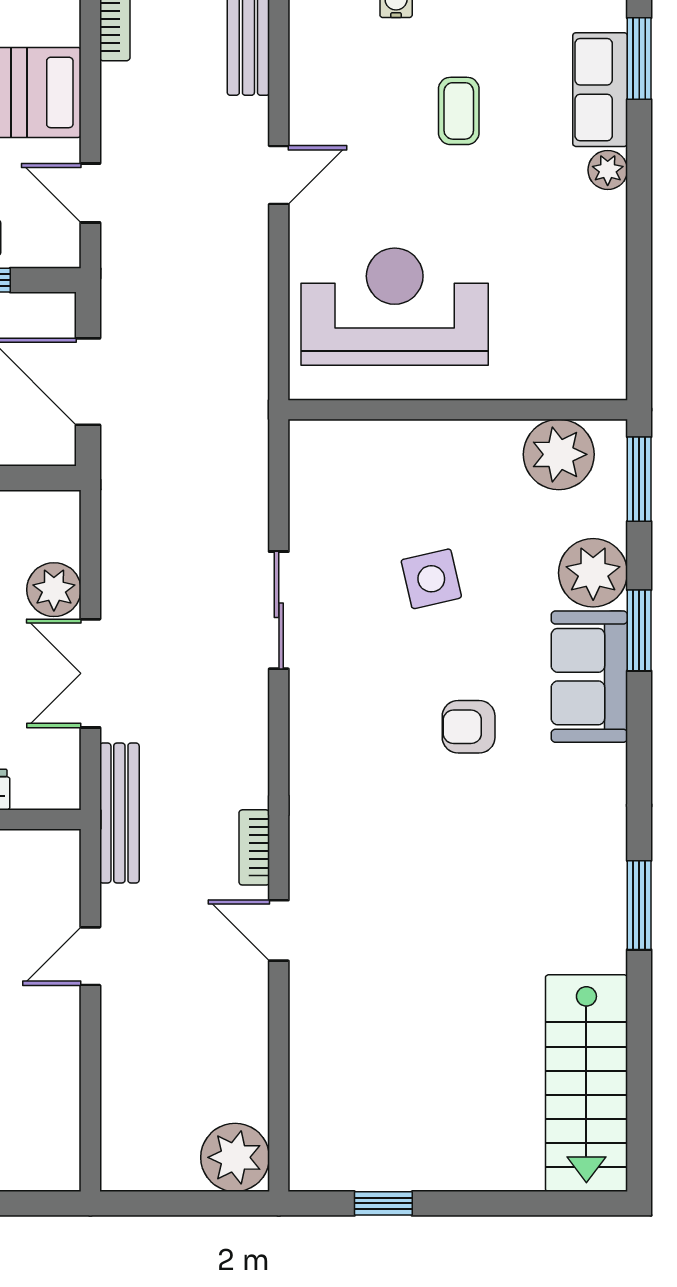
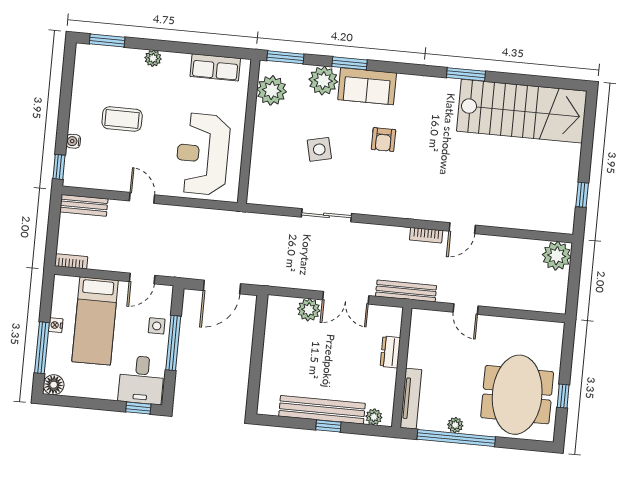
row of seats: (600, 90) -> (215, 67), moved
coffee table: (459, 111) -> (122, 119), width x1.36, depth x1.30
stairs: (586, 1083) -> (522, 111), width x1.36, depth x1.51

